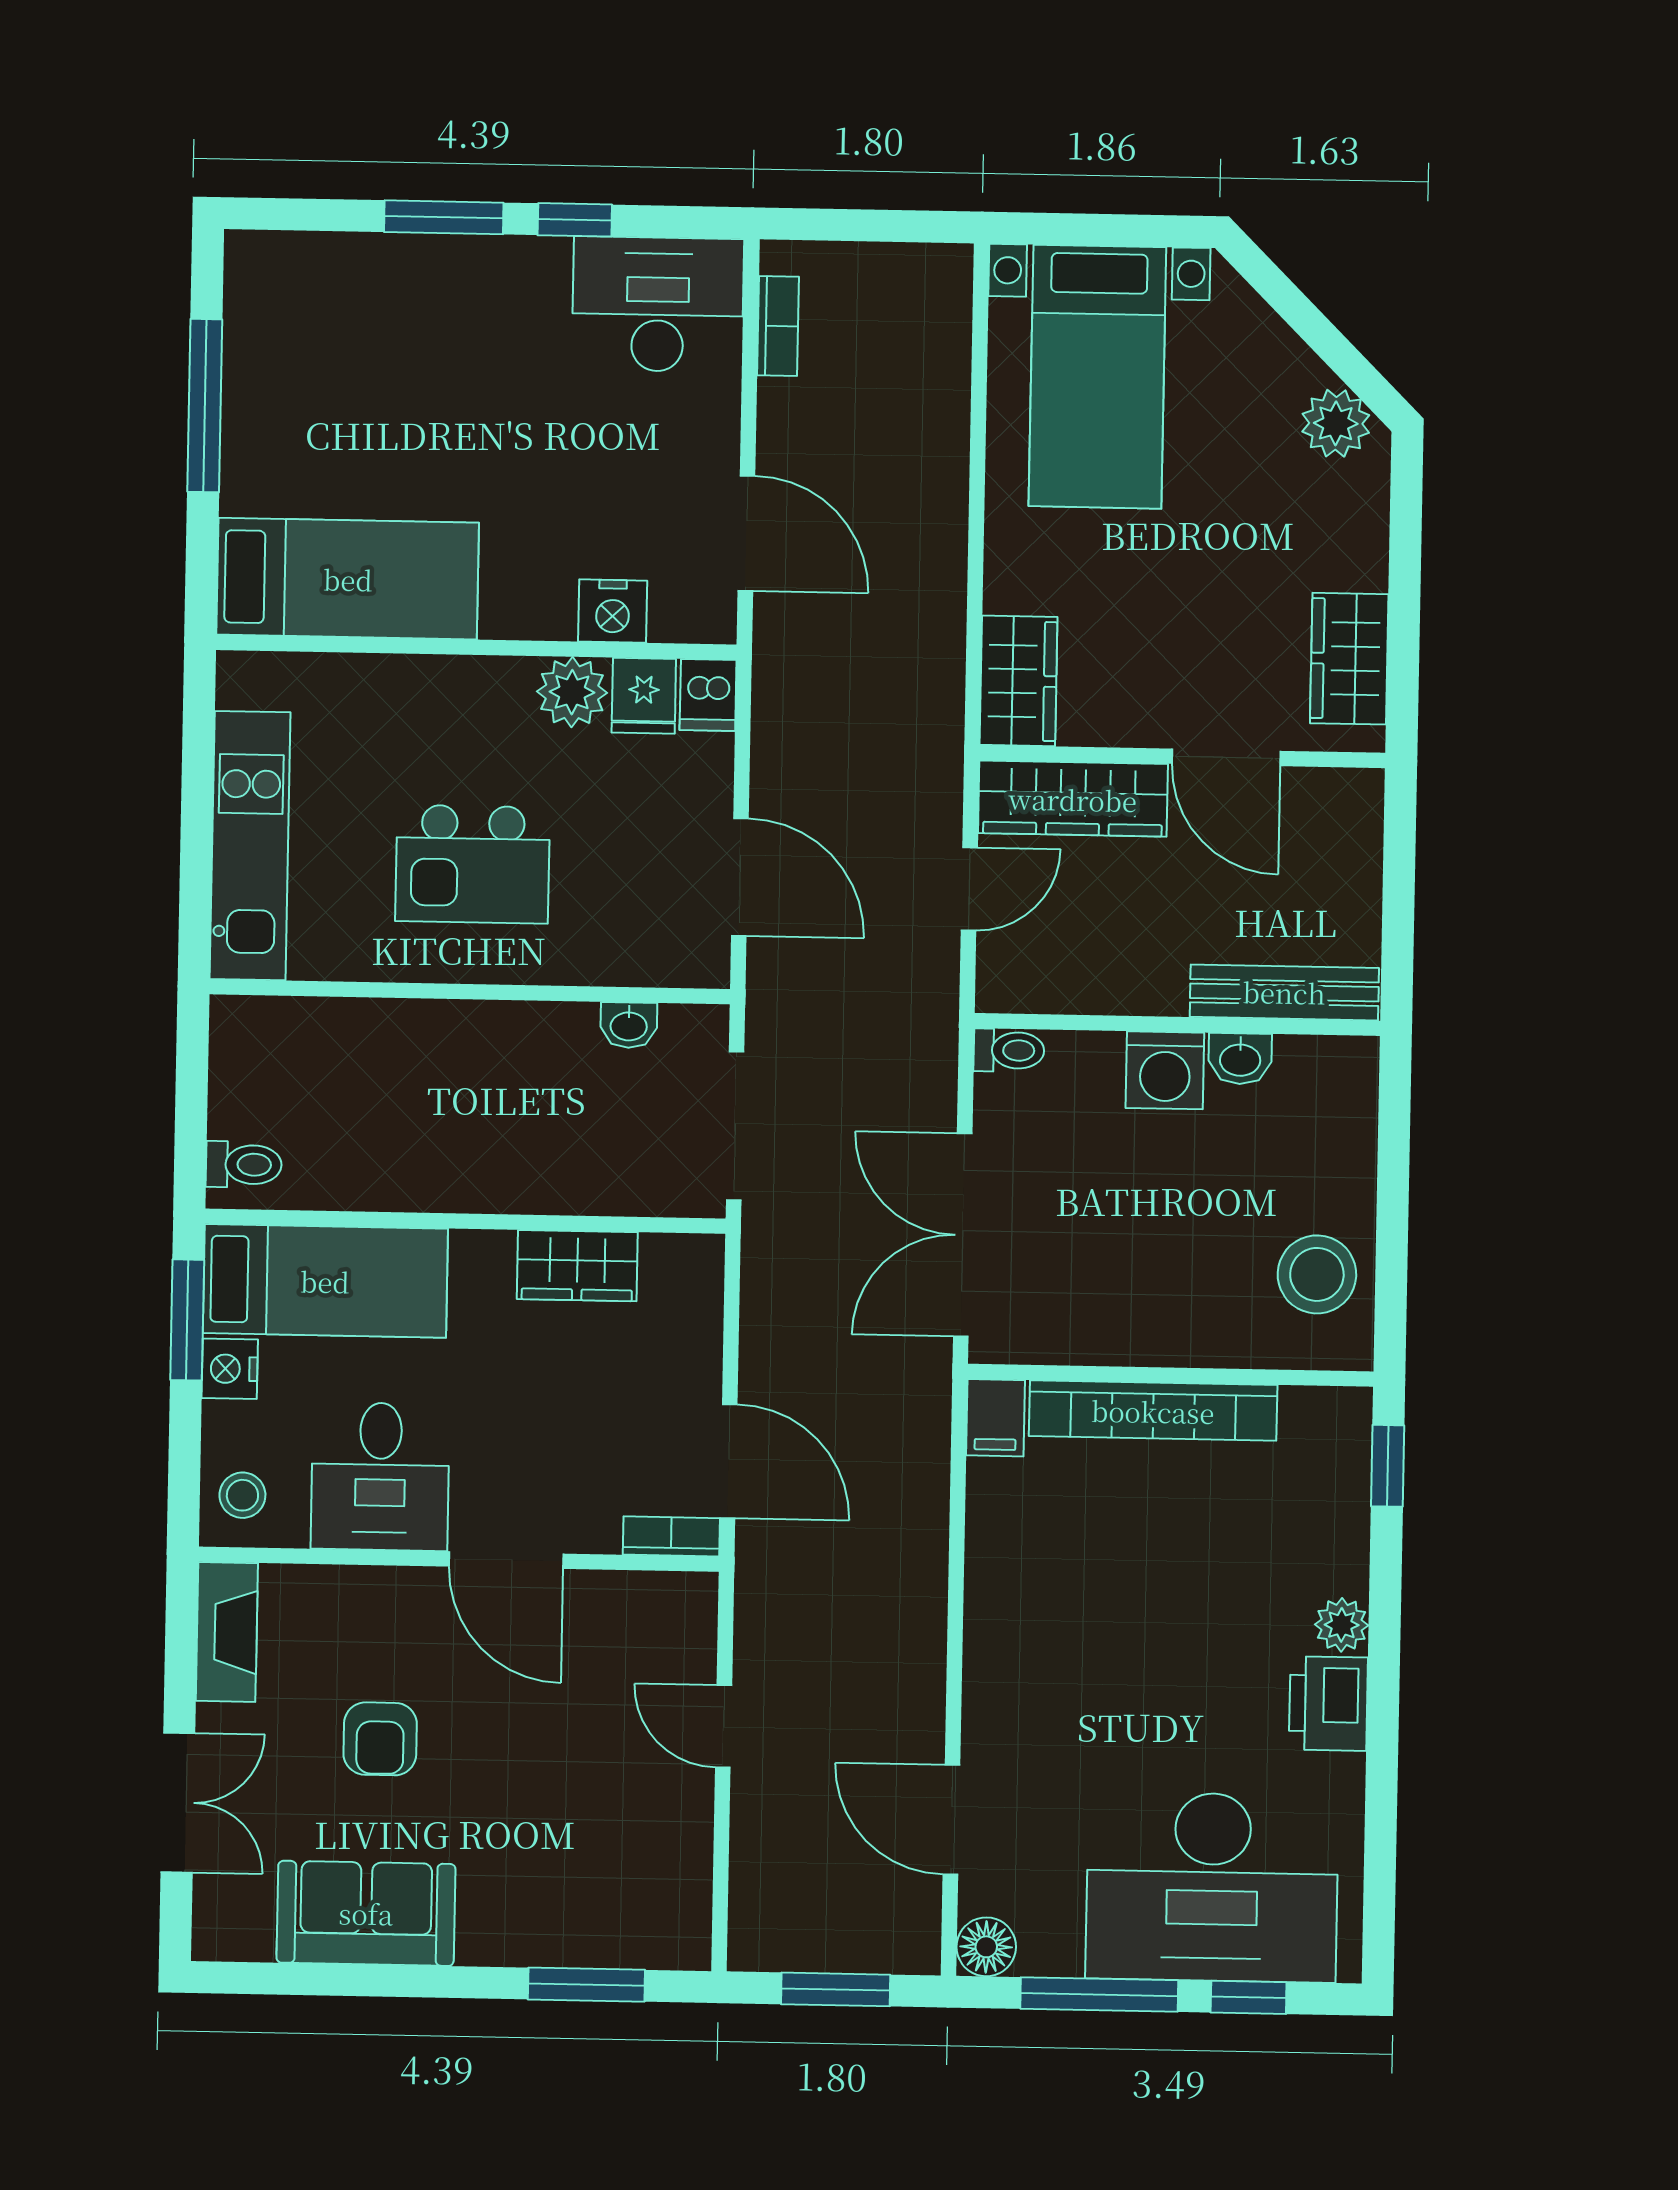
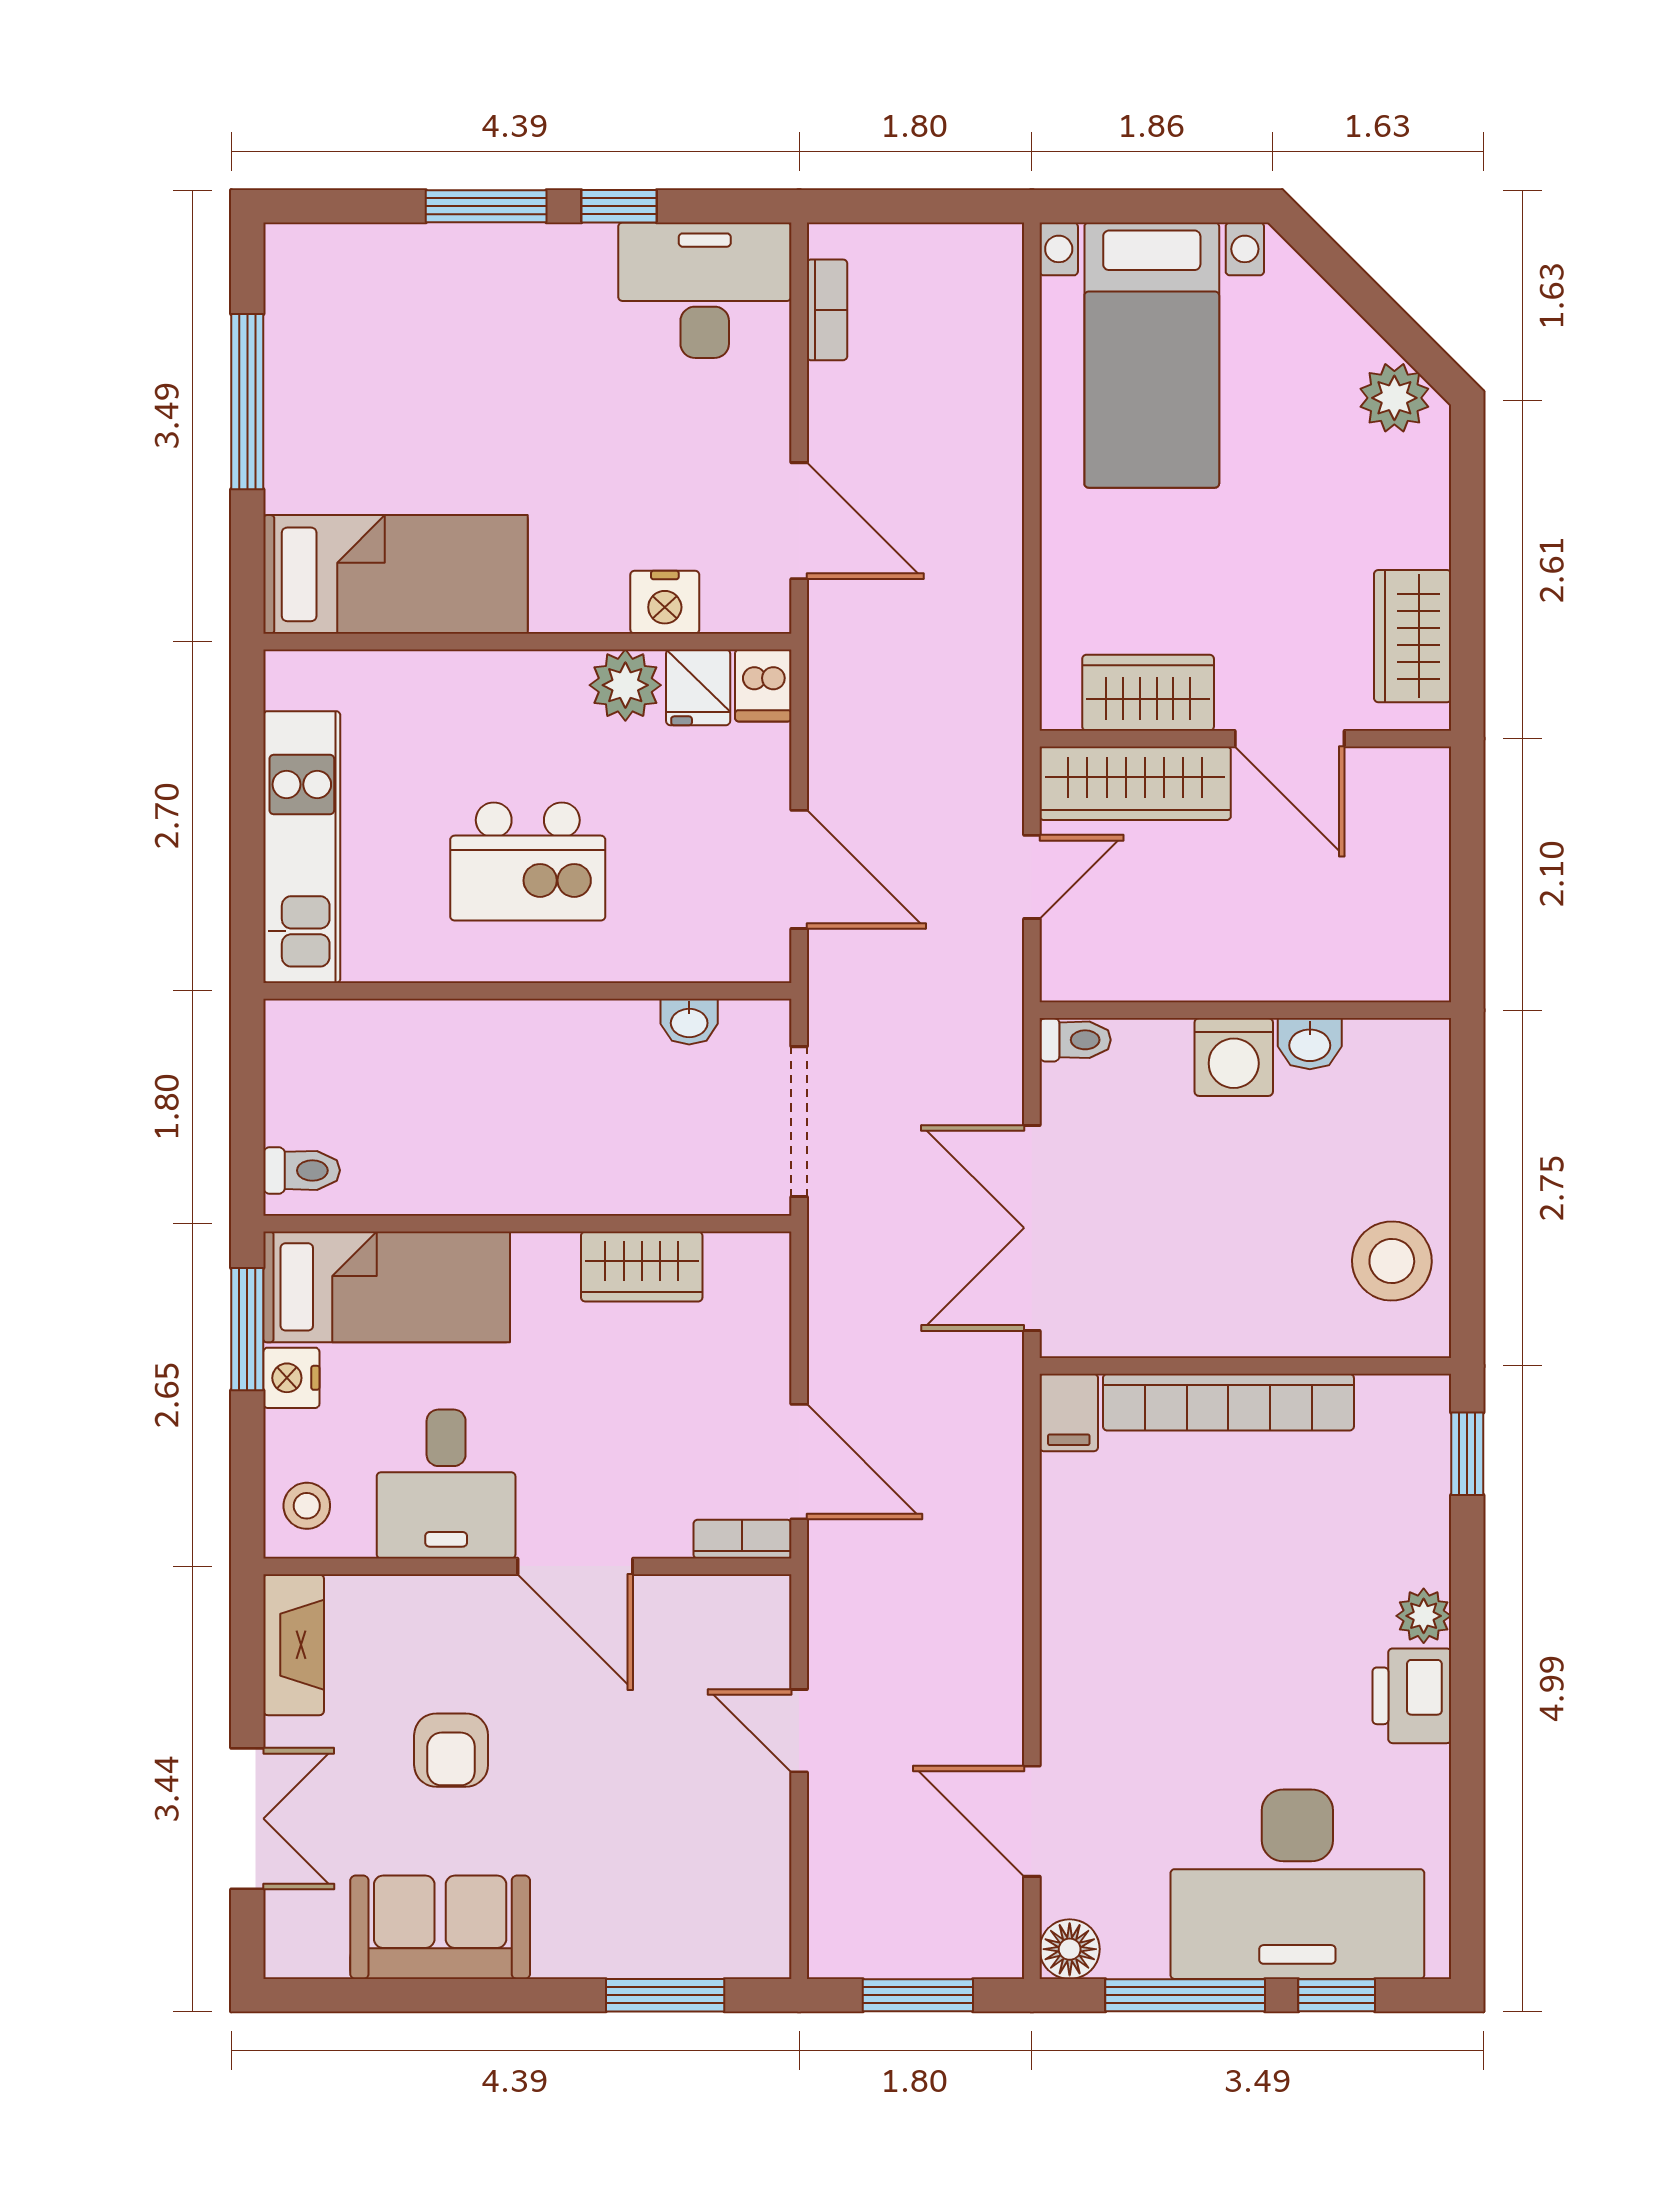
wardrobe: (1019, 681) -> (1148, 693), moved, turned -90
bench: (1284, 992) -> (1353, 976), removed

